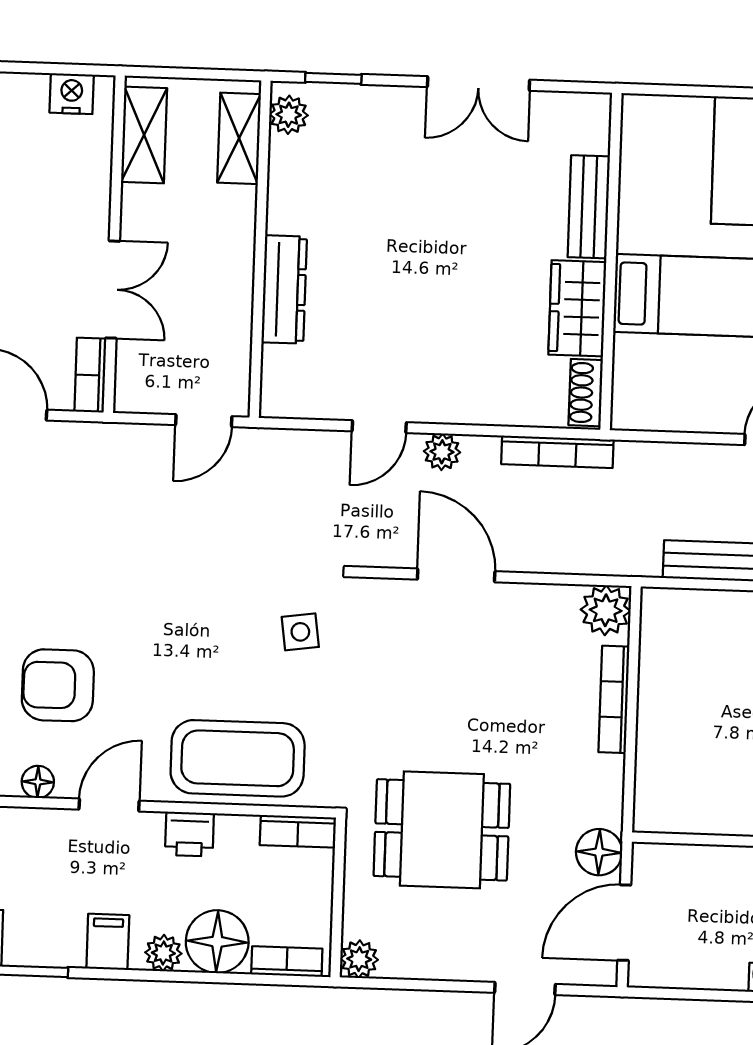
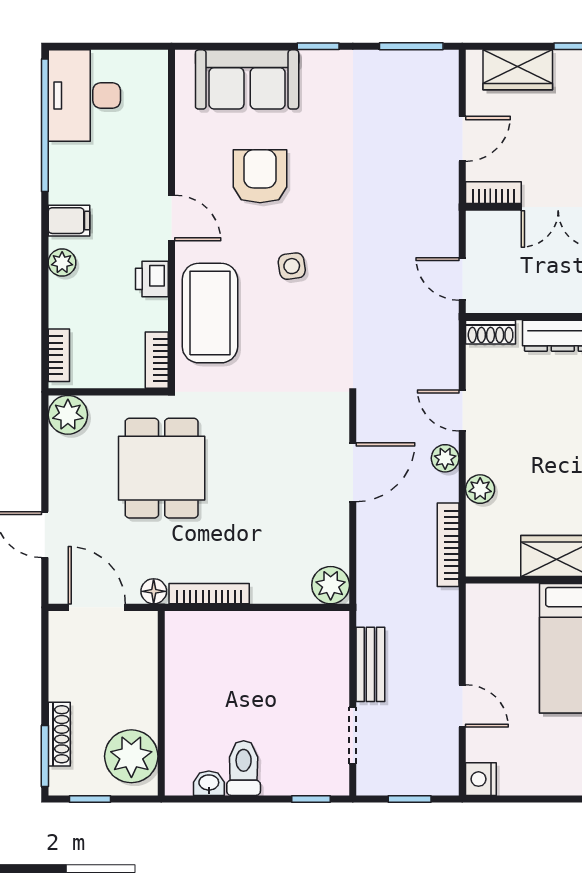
shoe rack: (586, 393) -> (491, 332), moved, turned 180
plant: (485, 407) -> (480, 489), added
side table: (300, 632) -> (292, 266), moved
bookcase: (614, 699) -> (209, 594), moved
floor lamp: (38, 782) -> (187, 164), removed
floor lamp: (599, 852) -> (154, 591), width x0.73, depth x0.73
floor lamp: (217, 942) -> (72, 303), removed
plant: (359, 959) -> (68, 415), width x1.38, depth x1.38

